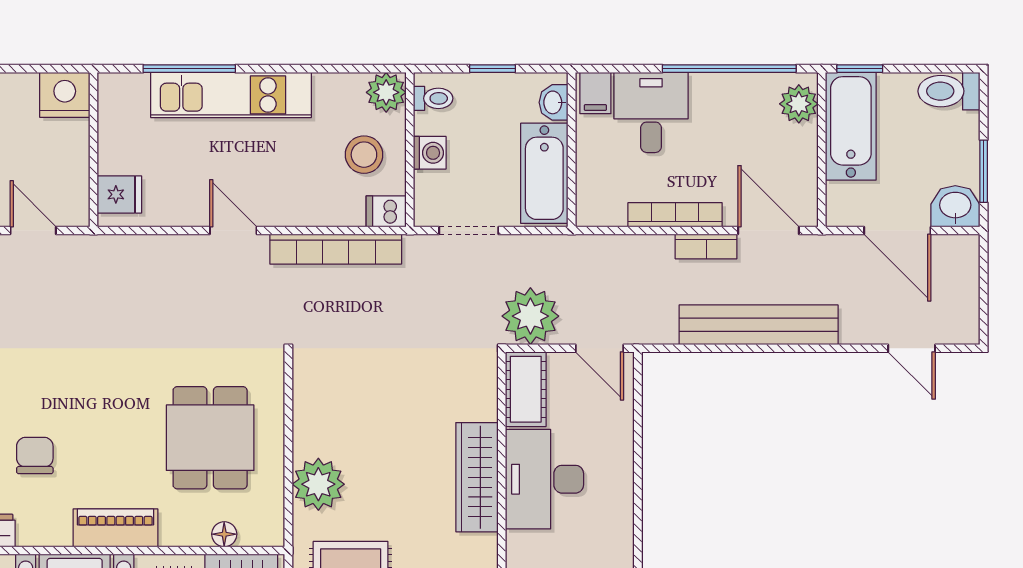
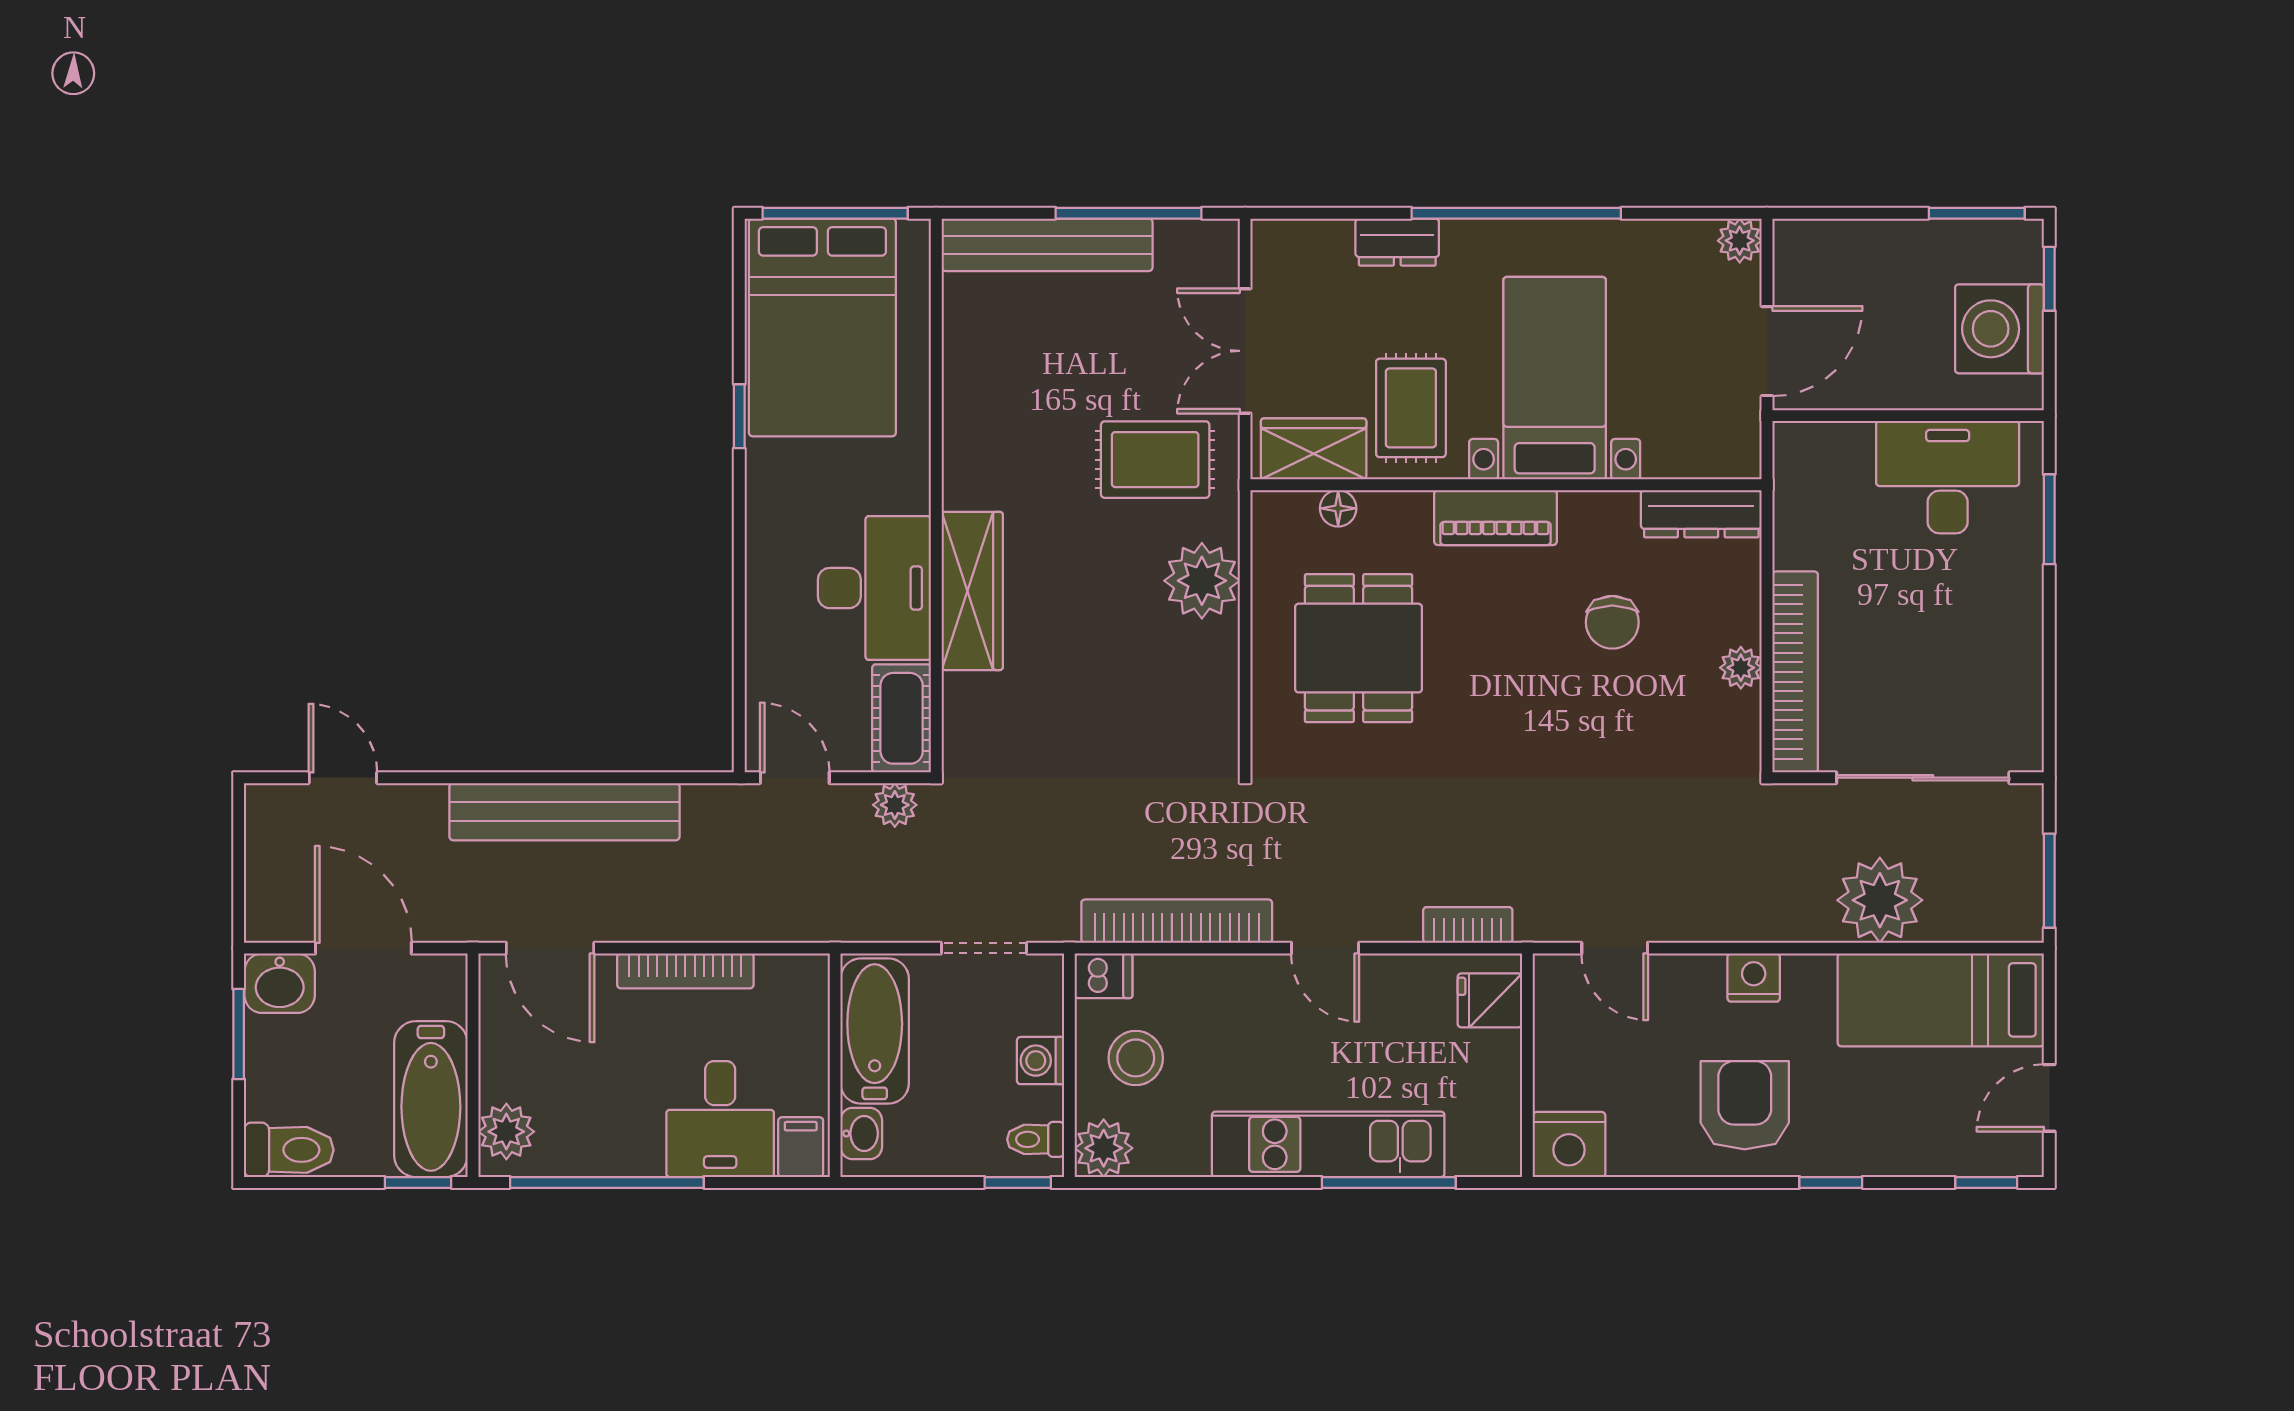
window: (493, 69) -> (1018, 1182), moved
bookcase: (706, 247) -> (1468, 925), moved
plant: (530, 316) -> (895, 805), width x0.53, depth x0.53

